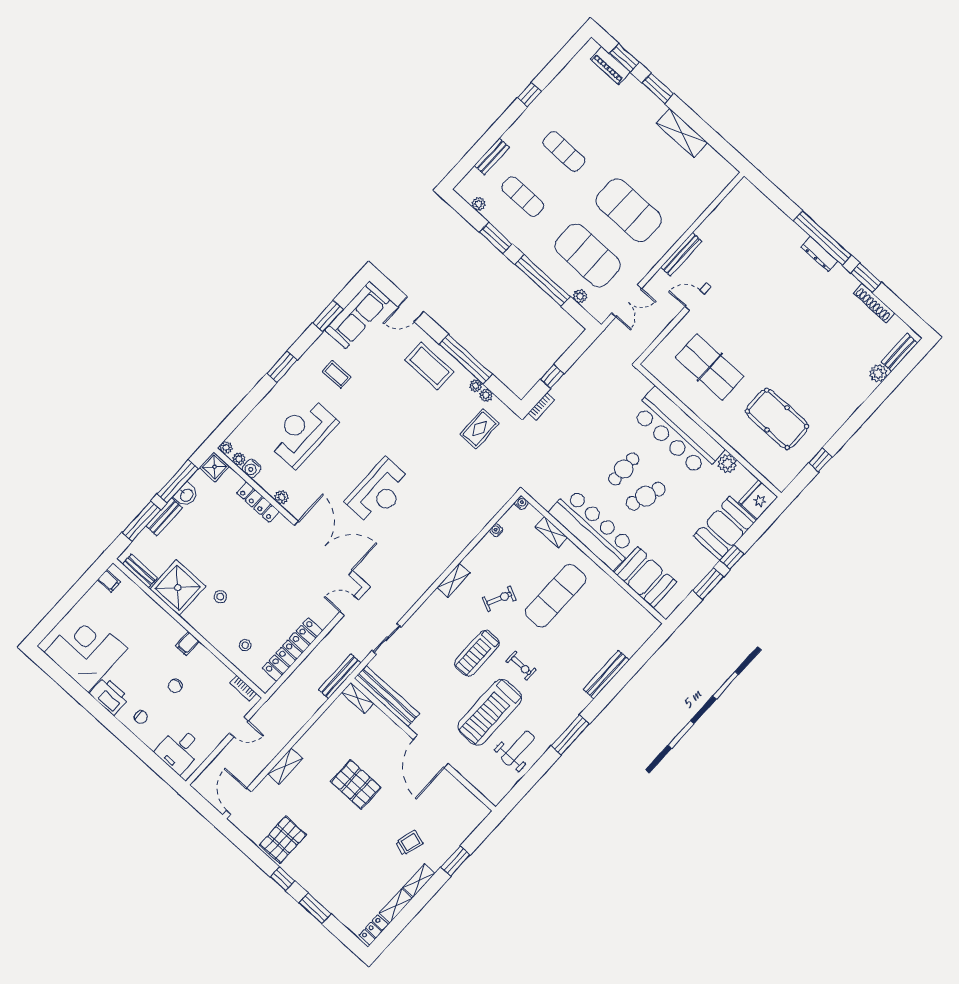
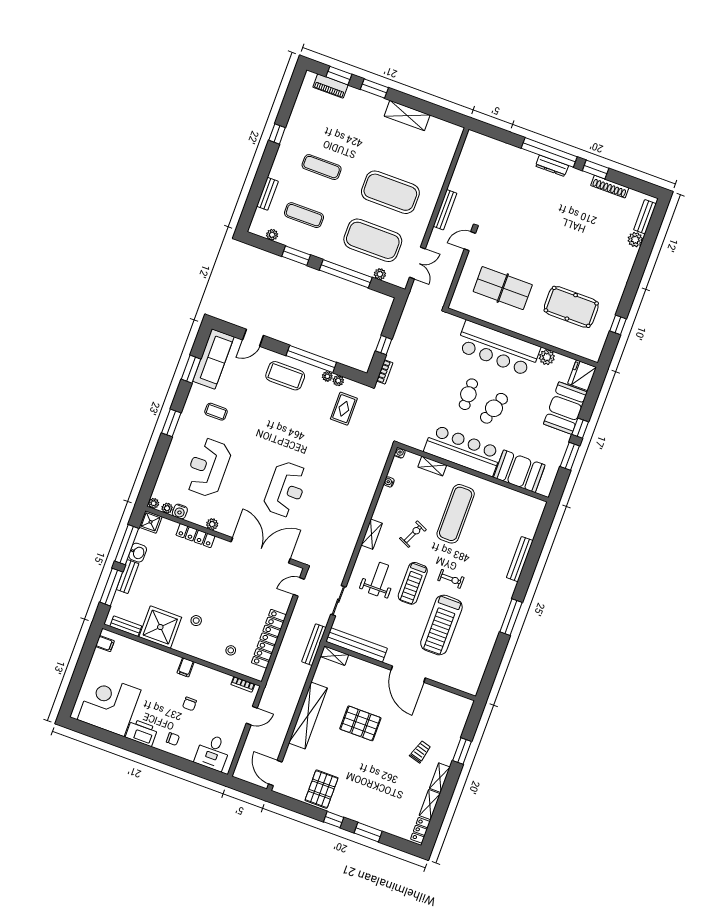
weight bench: (518, 748) -> (379, 579), moved
shelving: (285, 766) -> (308, 716), width x2.20, depth x1.33

